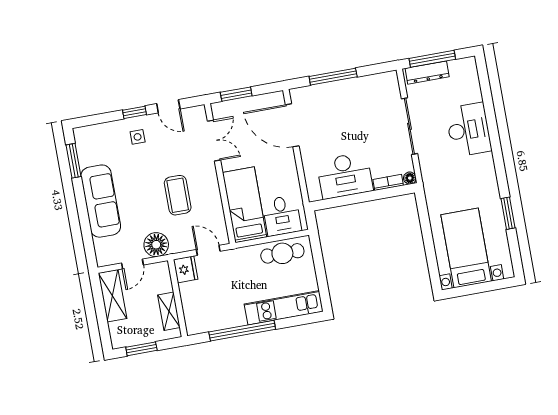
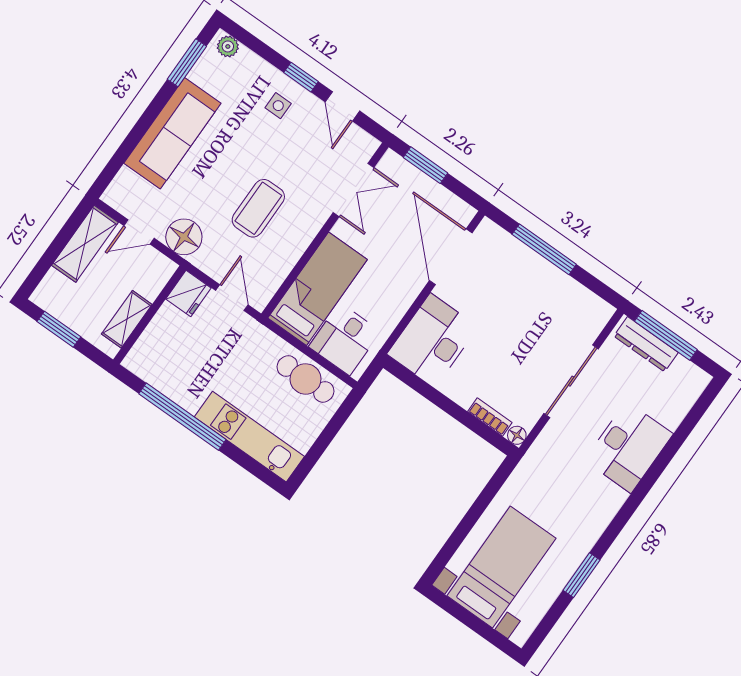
plant: (85, 133) -> (228, 46), added
desk: (345, 176) -> (433, 340), moved, turned 90

